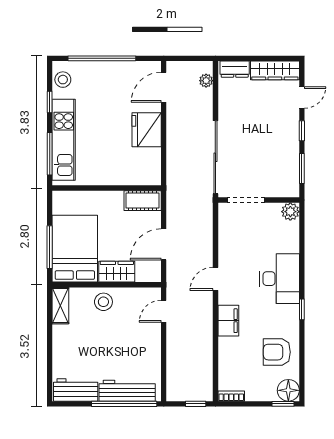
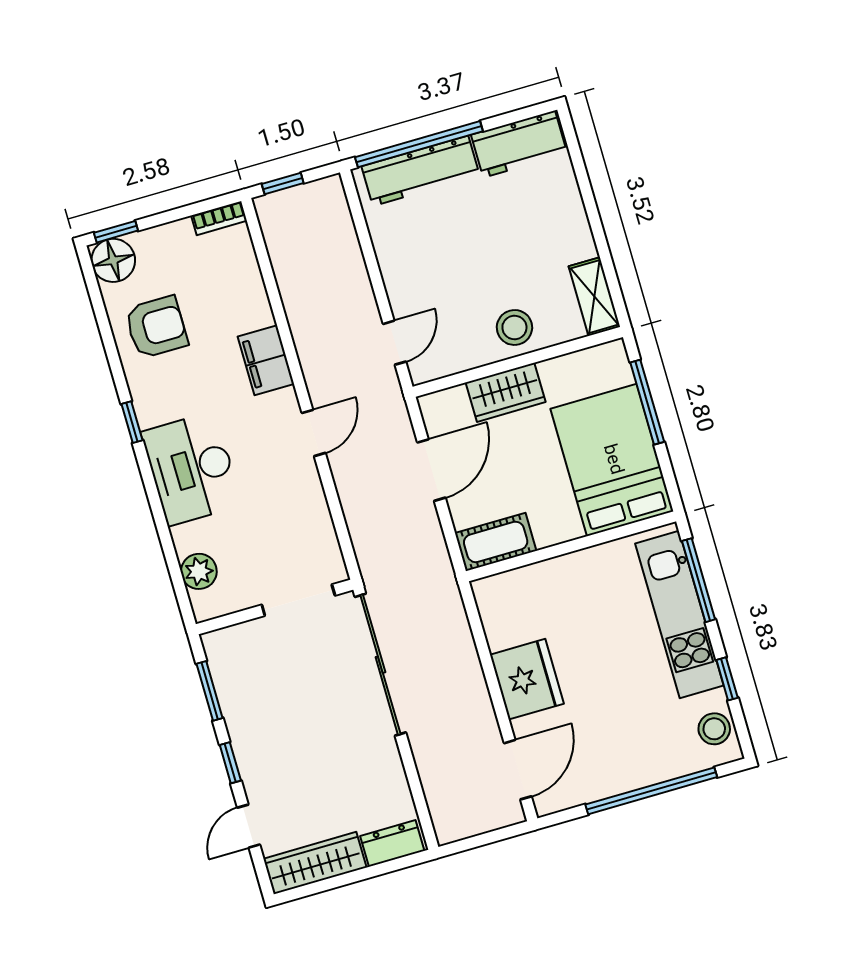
plant: (206, 81) -> (441, 806), removed
plant: (290, 212) -> (199, 571), moved
bed: (75, 249) -> (612, 460), moved, turned 180

